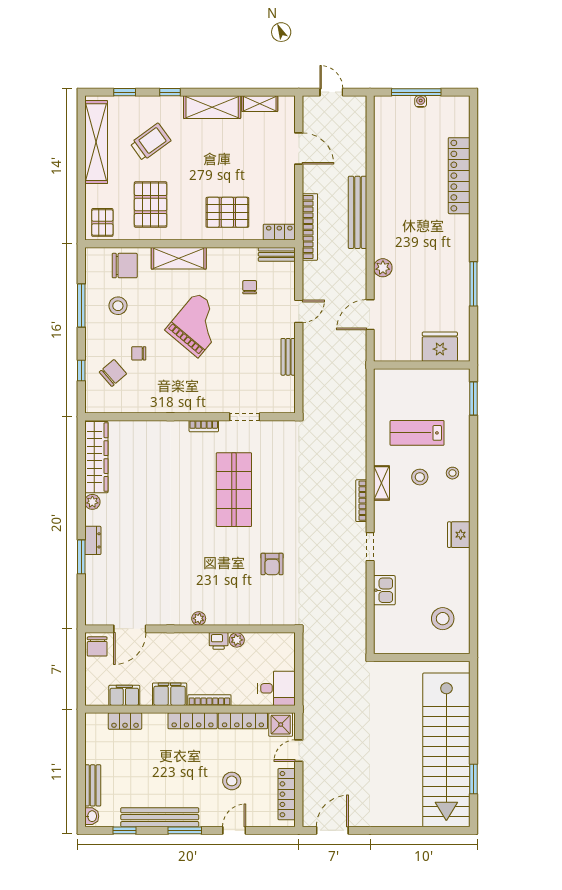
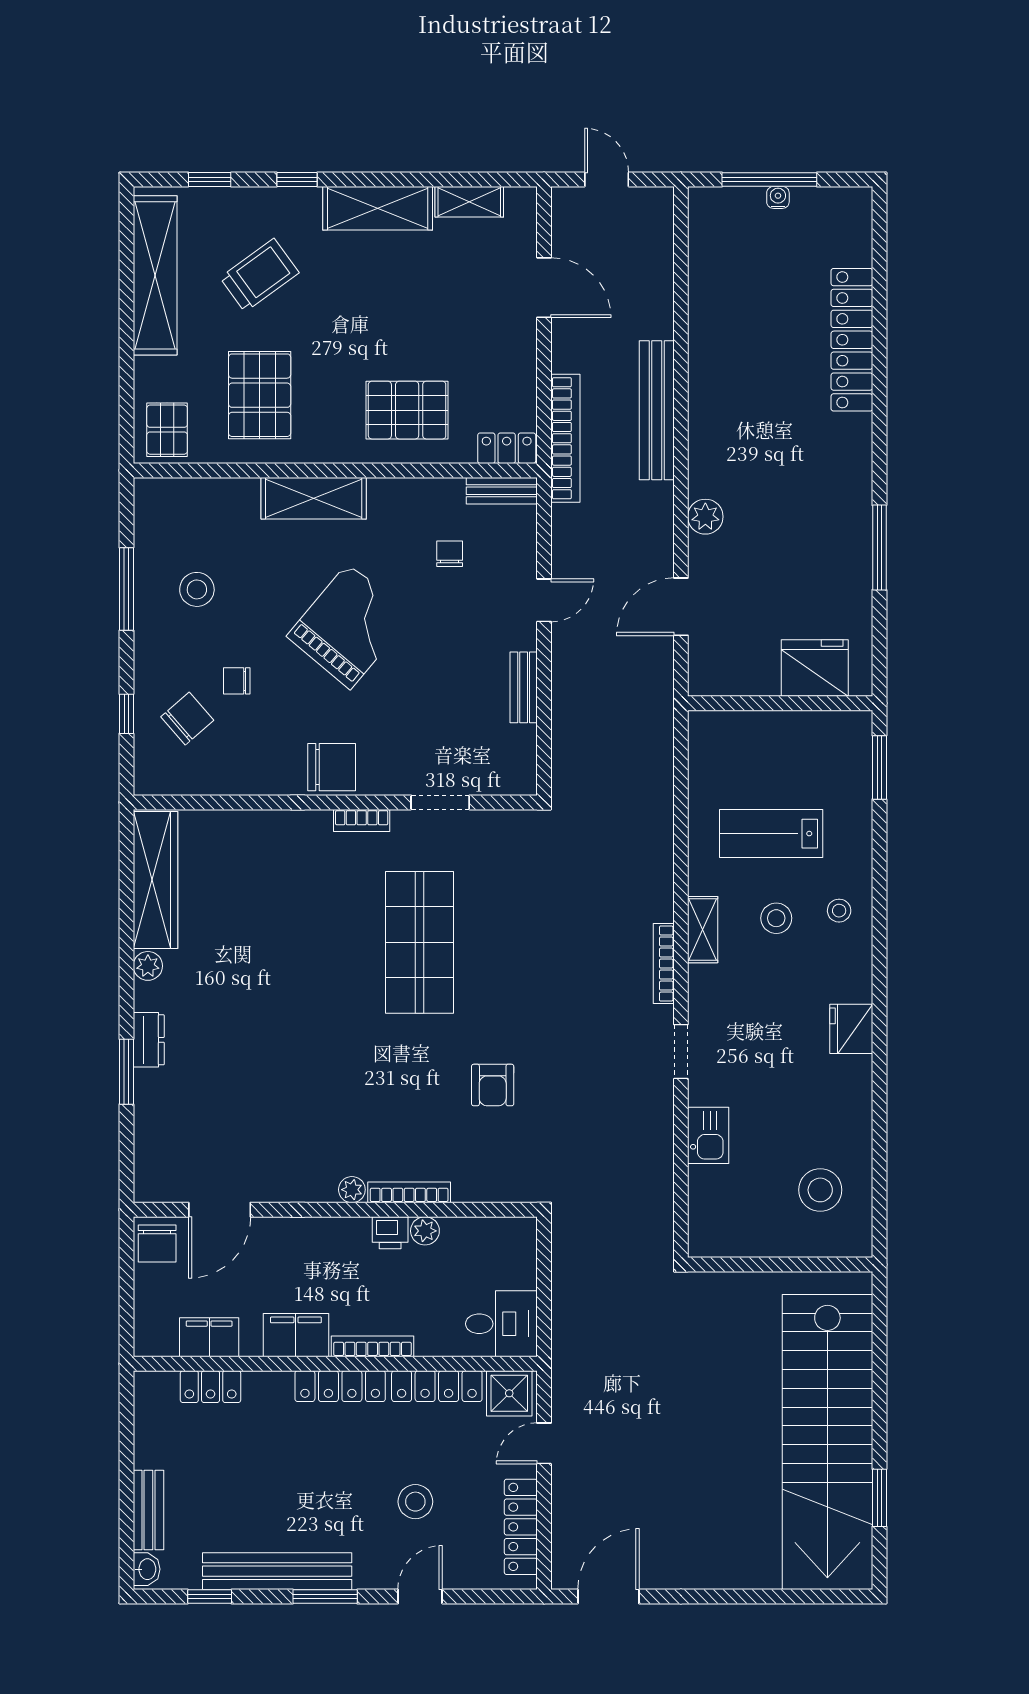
chair: (125, 266) -> (332, 767), moved
bookcase: (228, 620) -> (409, 1192), added

